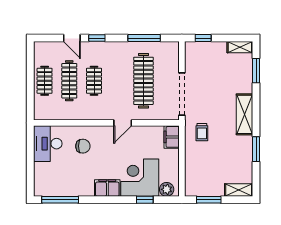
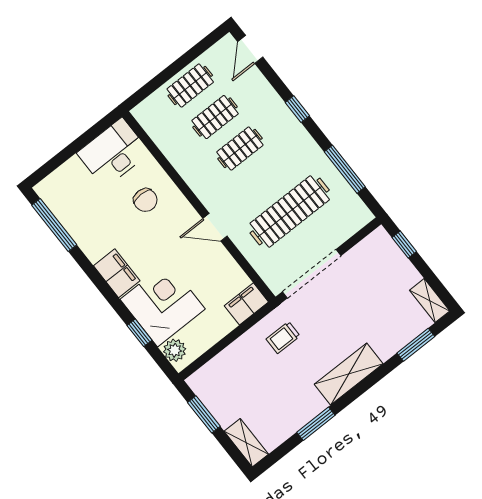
door: (72, 38) -> (250, 49), moved
clothes rail: (69, 81) -> (215, 117), width x0.73

